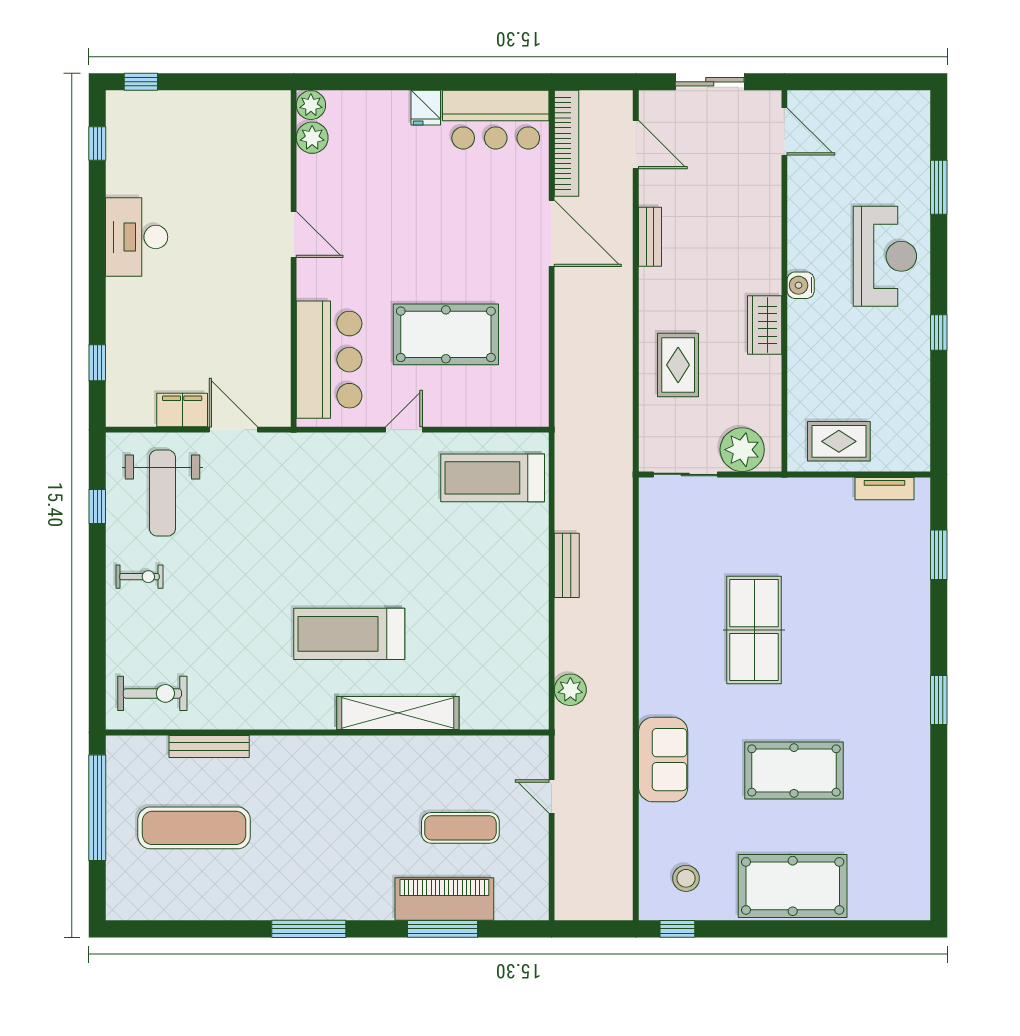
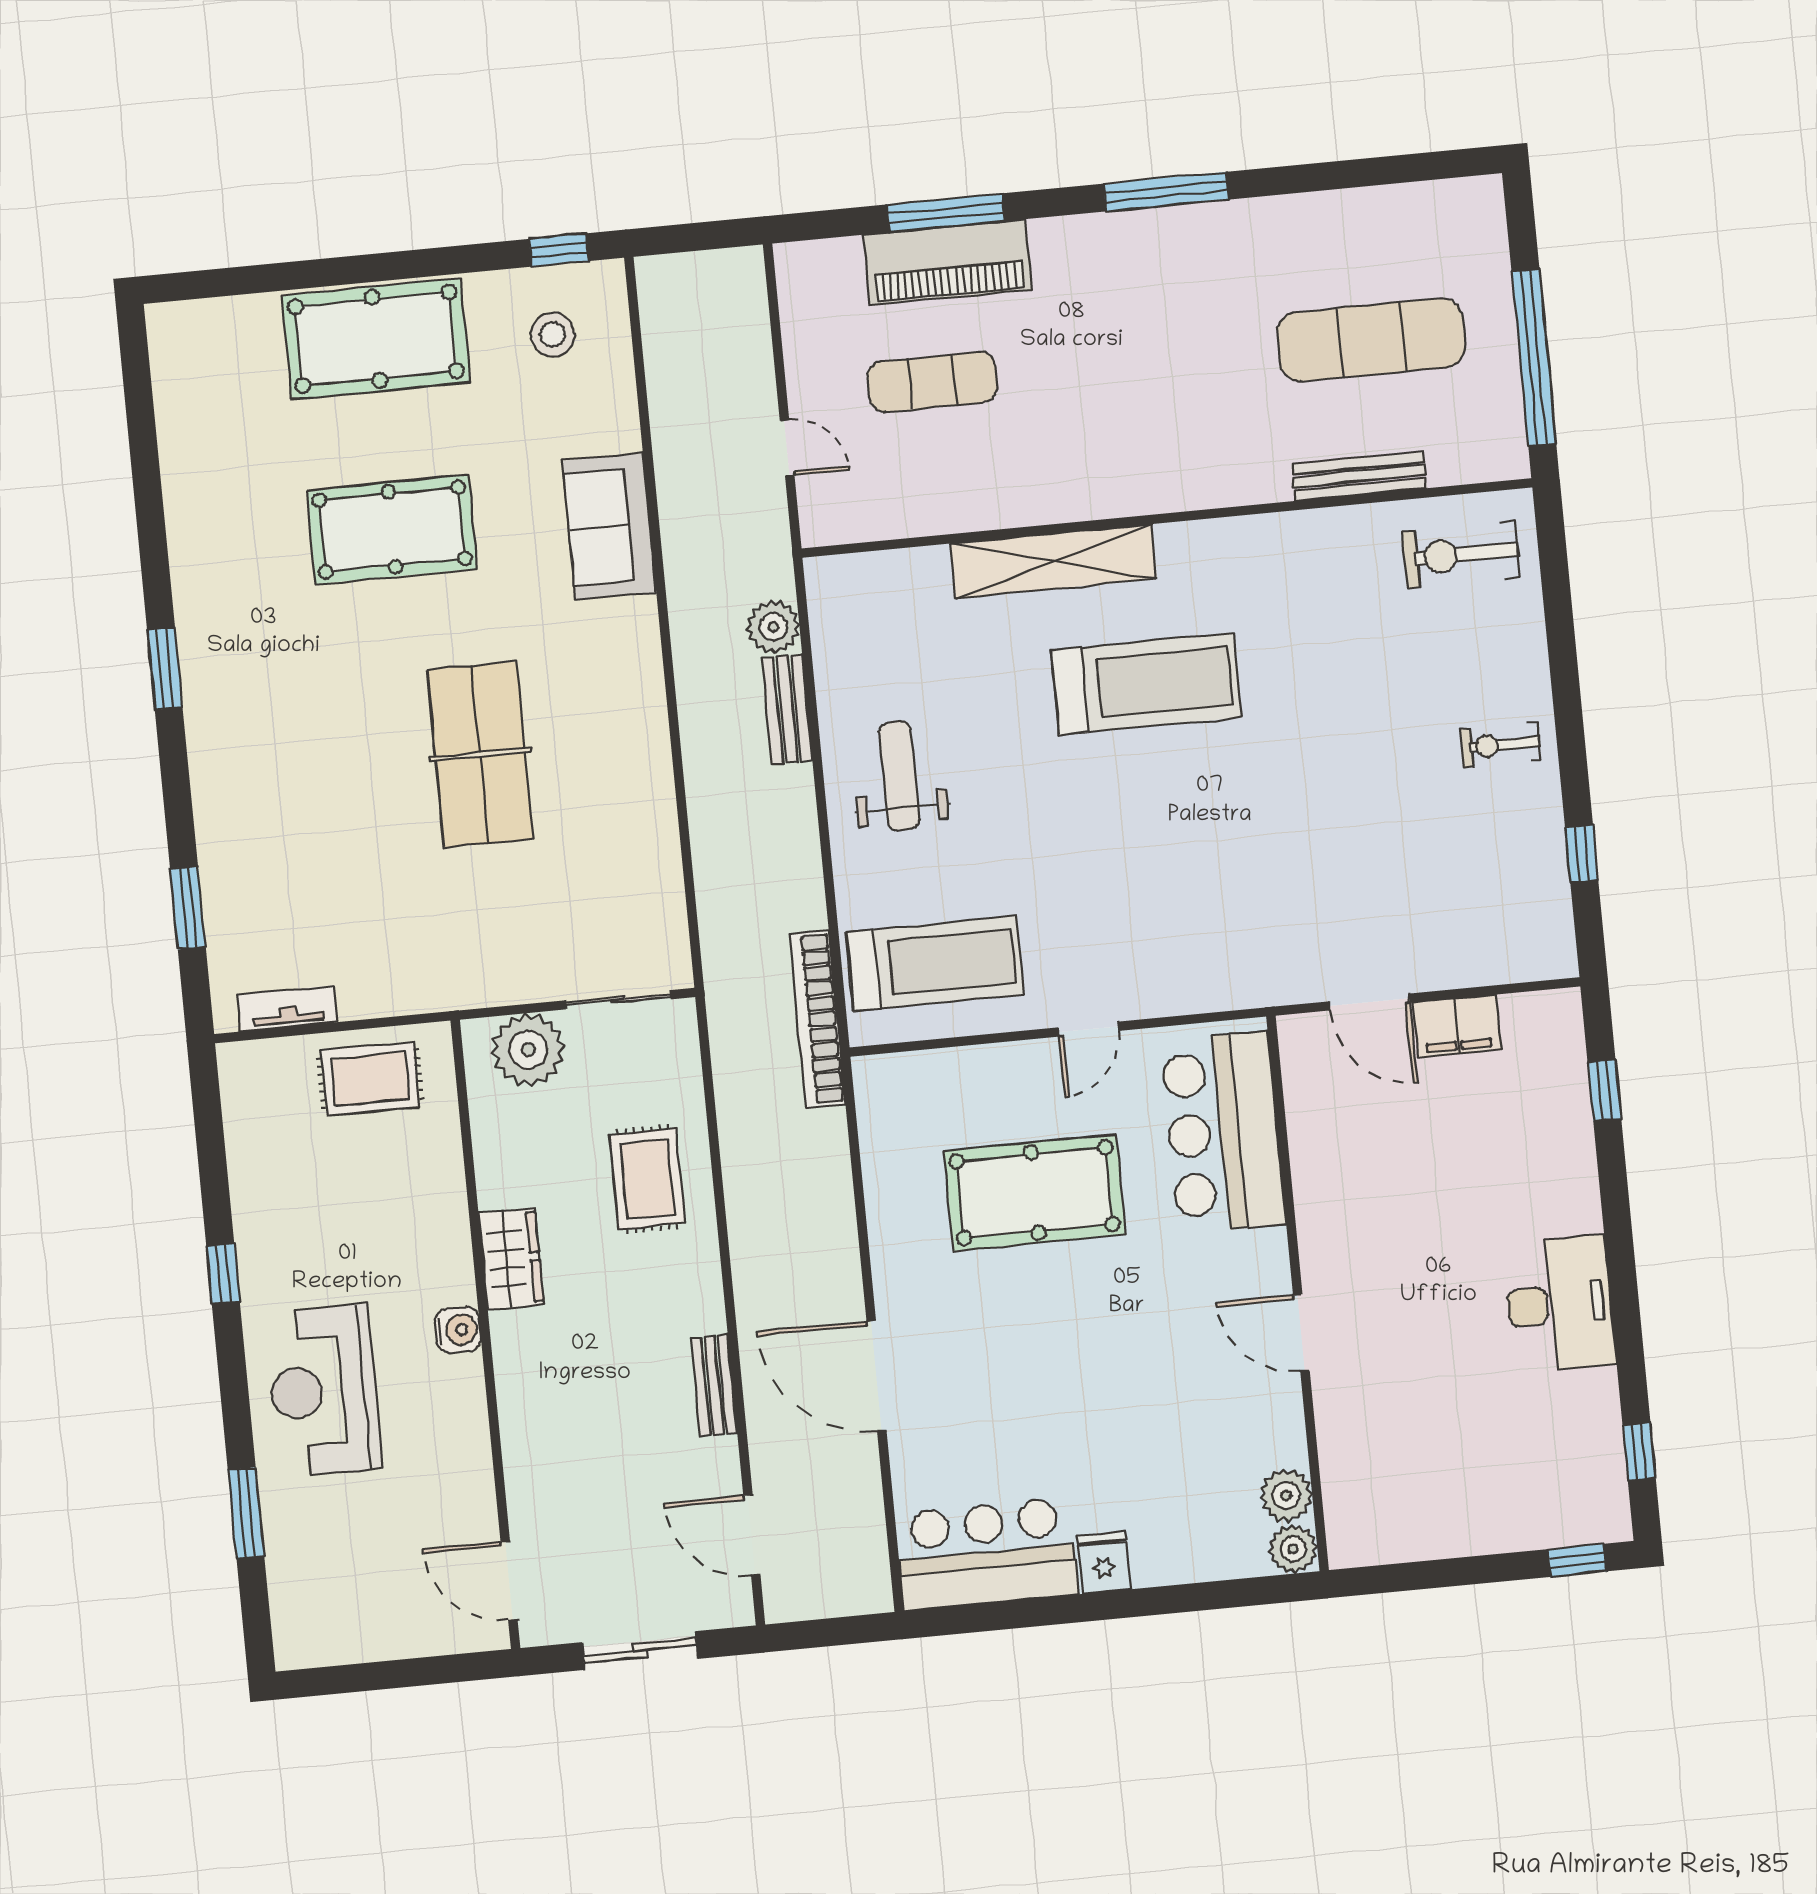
bookcase: (566, 143) -> (817, 1019), moved
weight bench: (162, 493) -> (899, 776), moved, width x0.73, depth x0.75
bench: (567, 565) -> (787, 709), moved

